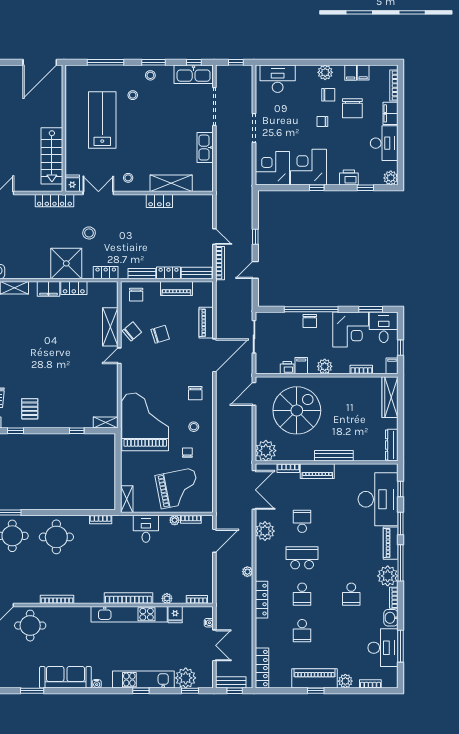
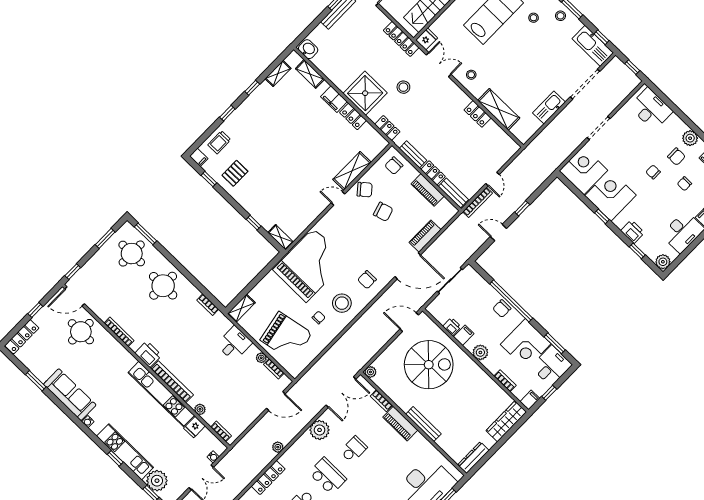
chair: (352, 108) -> (684, 184), width x0.54, depth x0.54
stool: (194, 427) -> (342, 303), width x1.89, depth x1.89
plant: (266, 451) -> (370, 372), width x0.53, depth x0.53
printer: (93, 595) -> (148, 354), added

